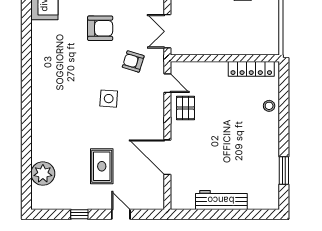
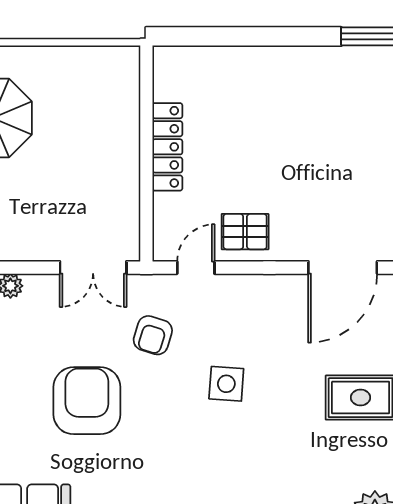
armchair: (100, 28) -> (87, 401), width x1.36, depth x1.36
locker: (251, 69) -> (167, 147), moved
stool: (269, 106) -> (241, 66), removed

